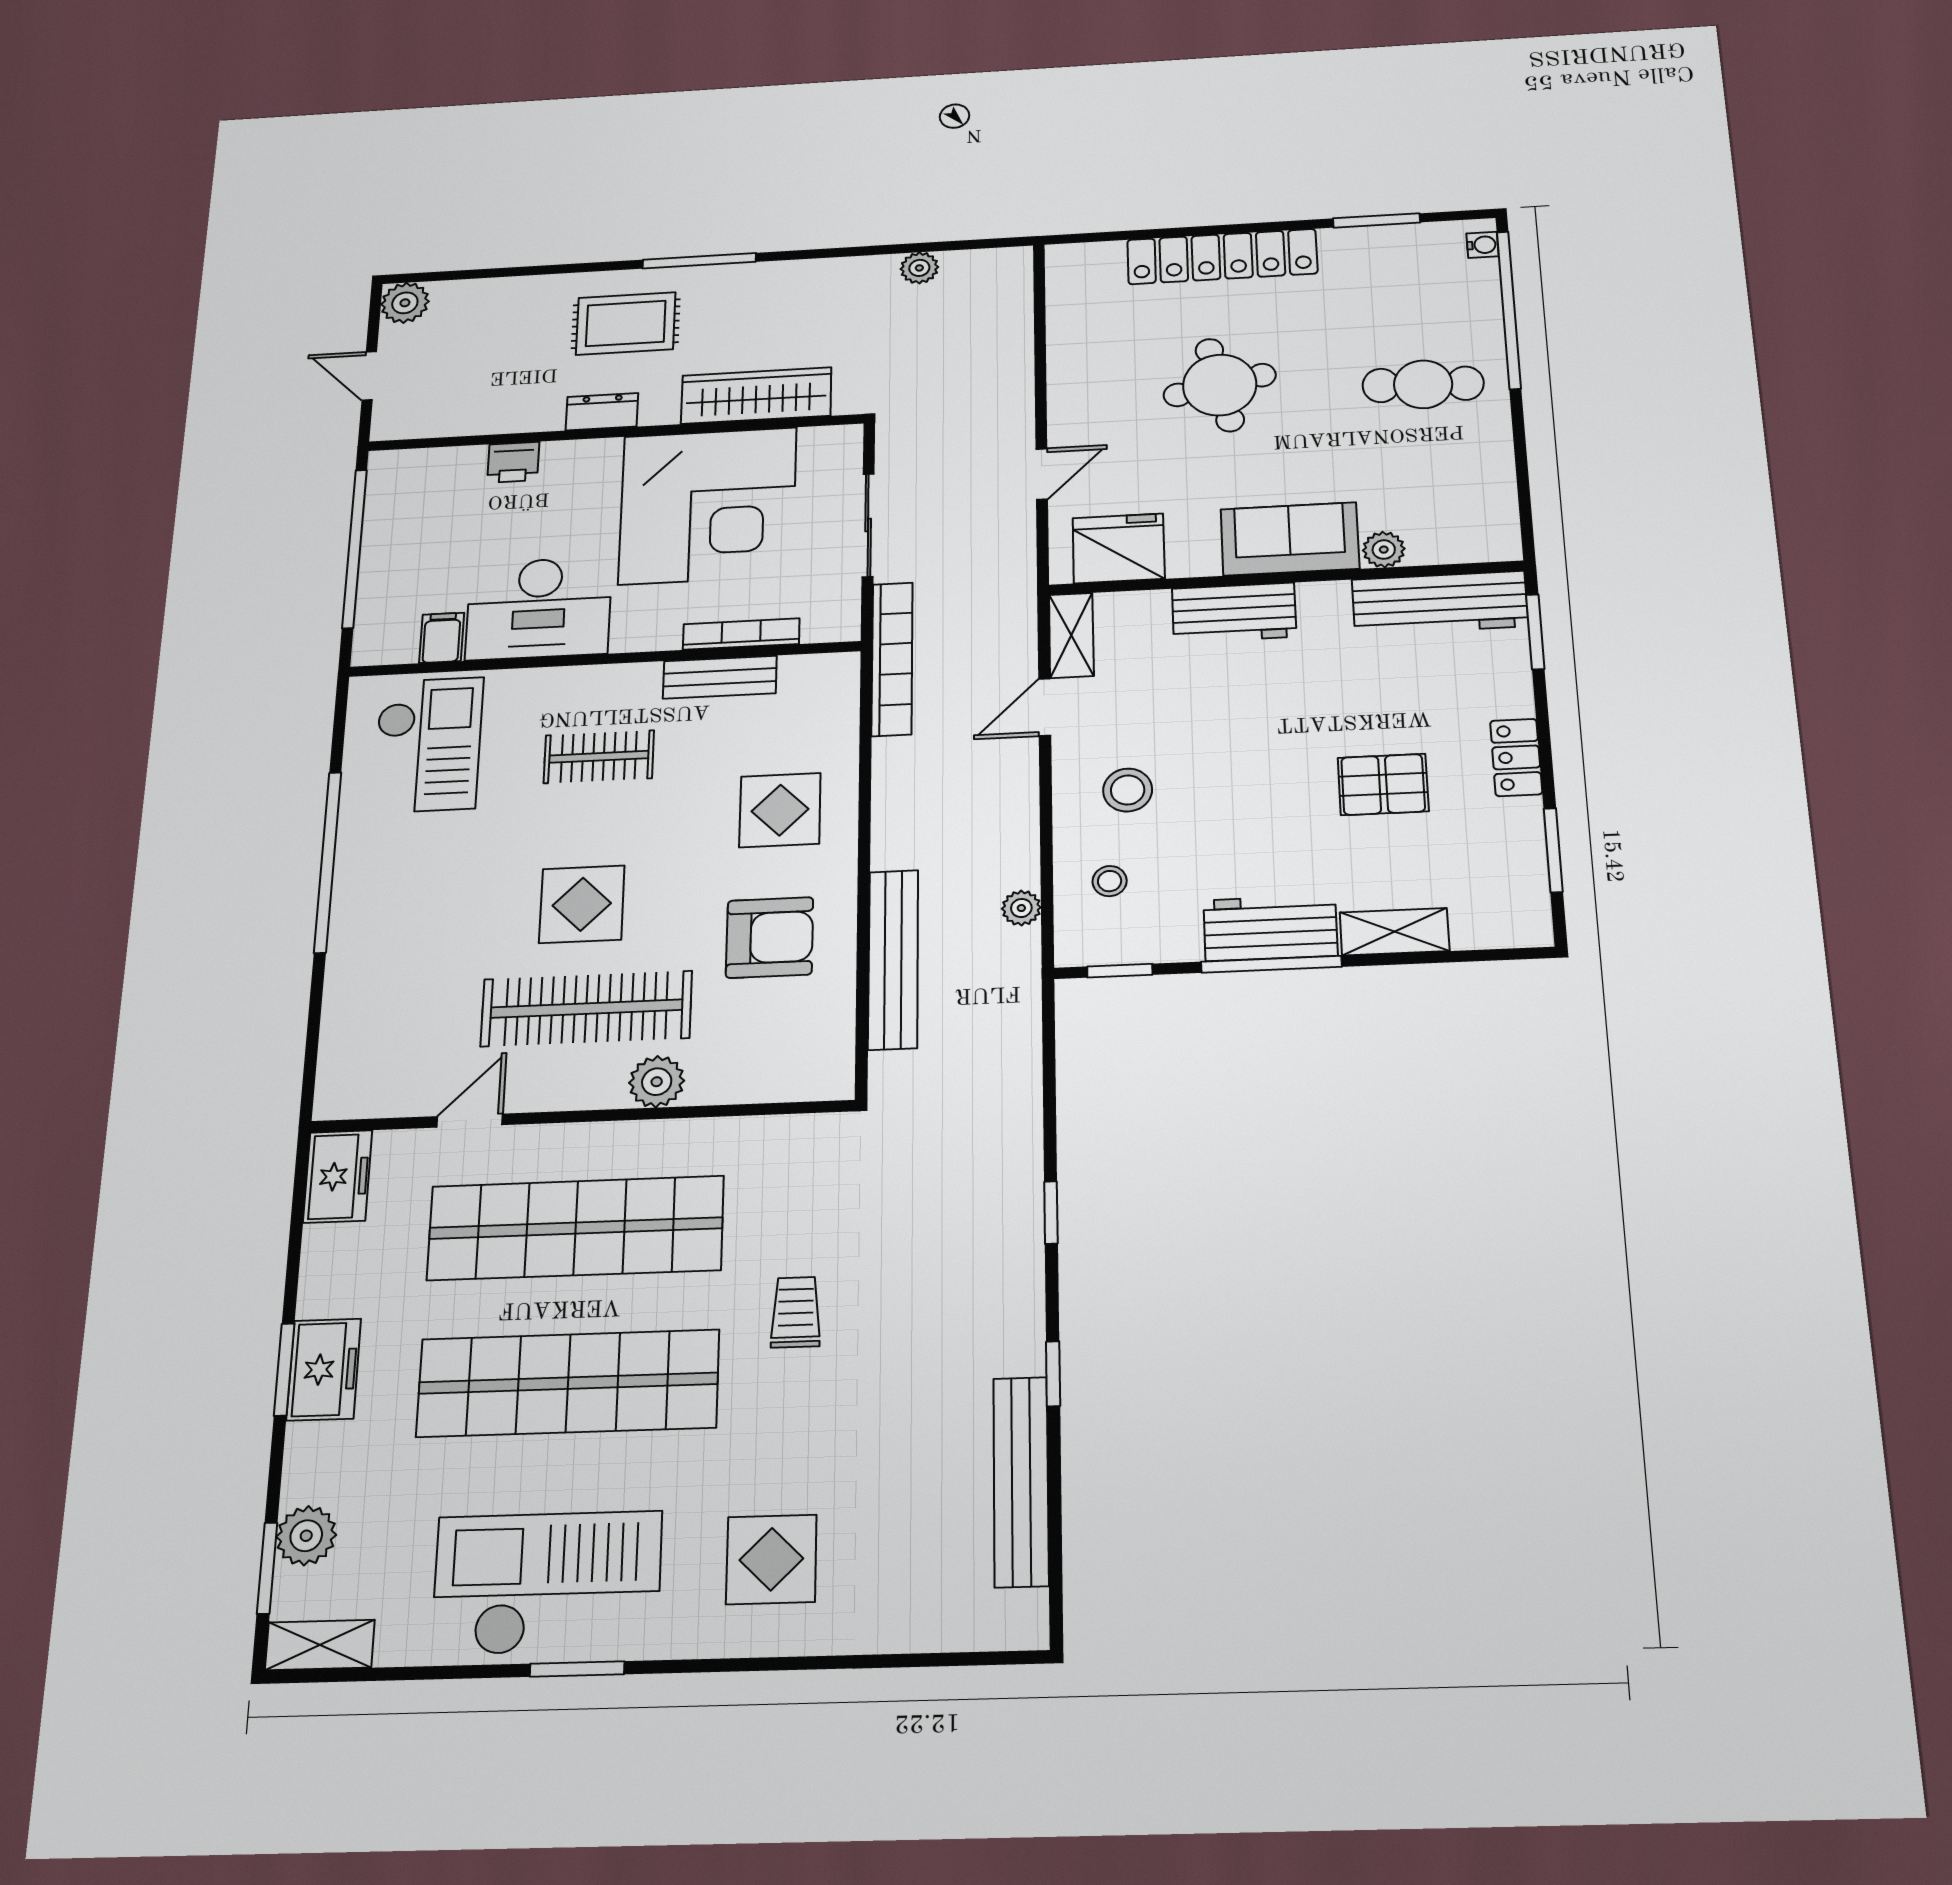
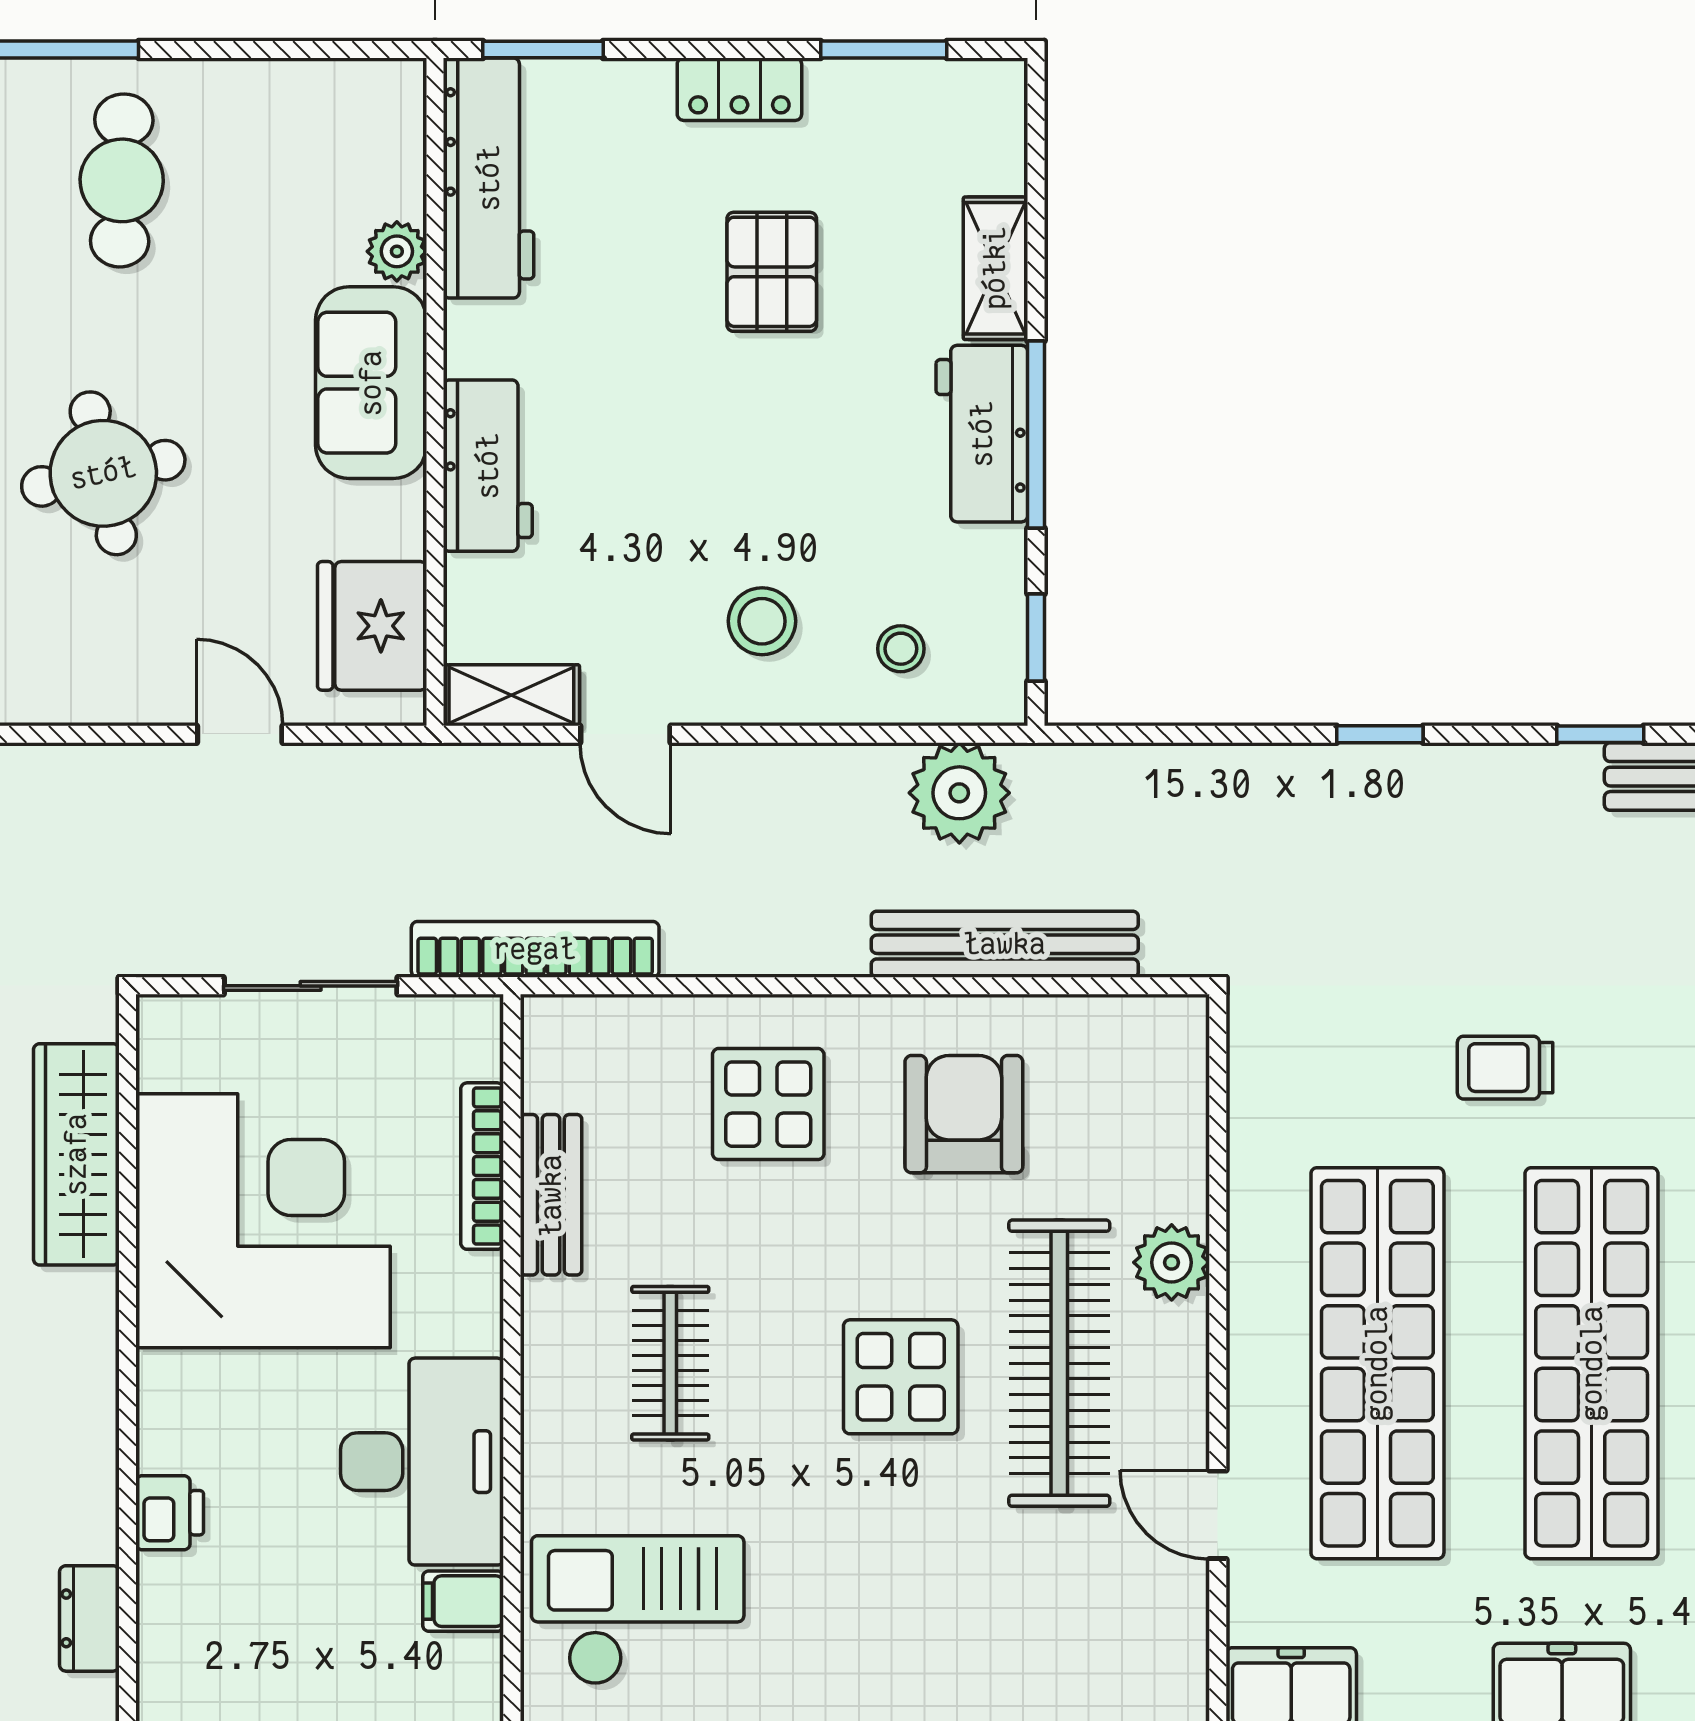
dresser: (602, 412) -> (89, 1618), moved
plant: (1021, 908) -> (959, 793), width x1.88, depth x1.88

